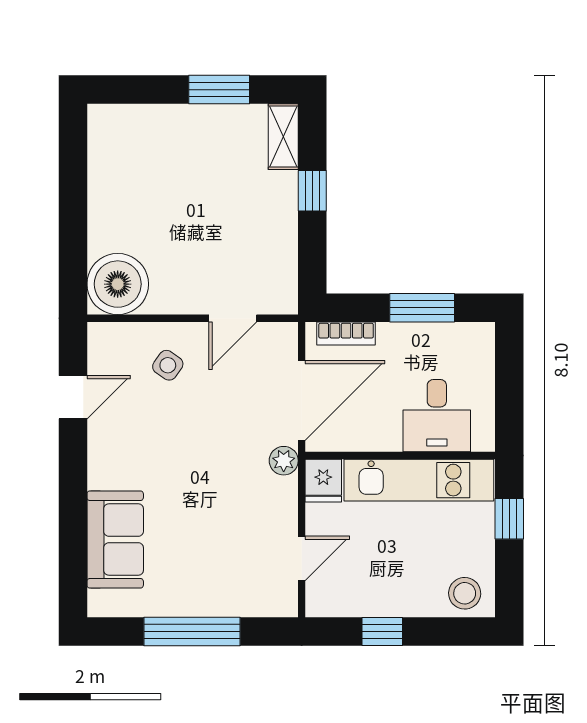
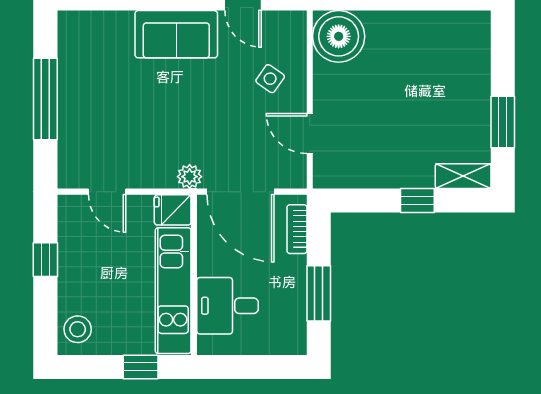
sofa: (115, 540) -> (176, 34), moved

